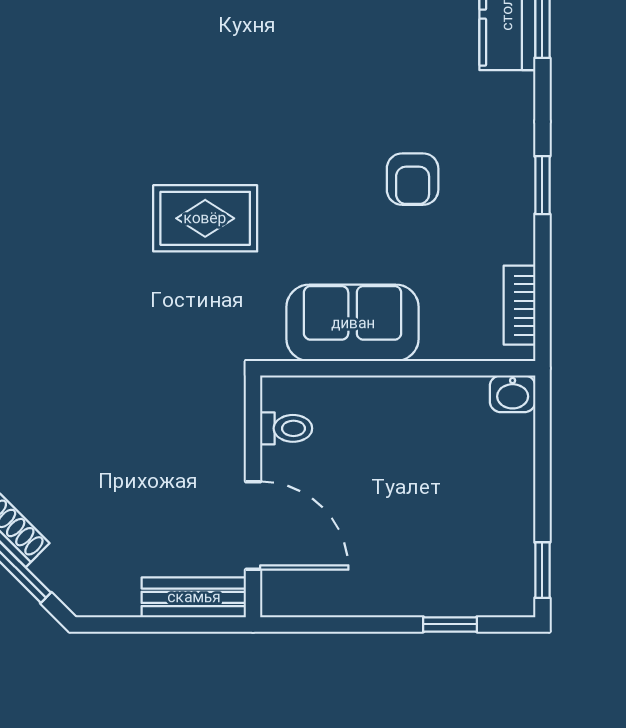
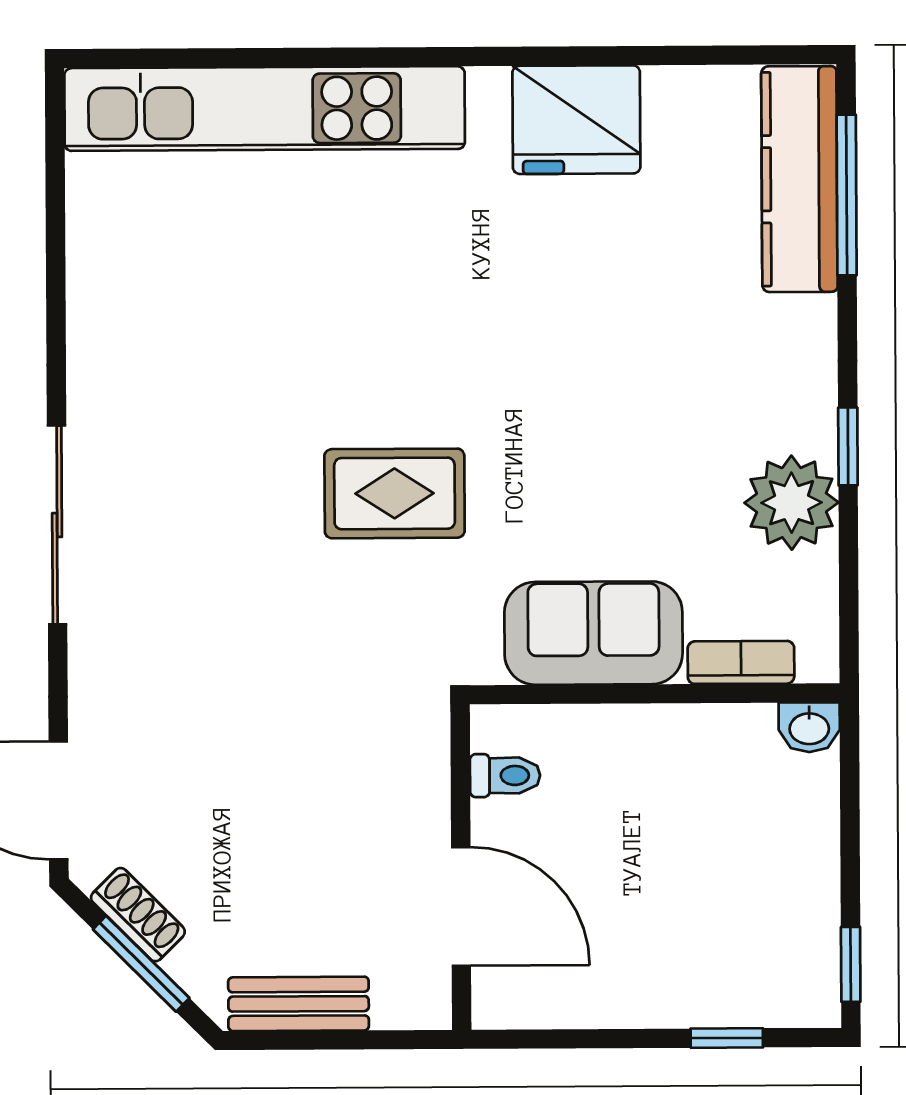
armchair: (413, 179) -> (673, 439), removed
plant: (500, 227) -> (792, 503), added
bookcase: (519, 305) -> (741, 662), moved, turned 90
bench: (194, 597) -> (299, 1004), moved

